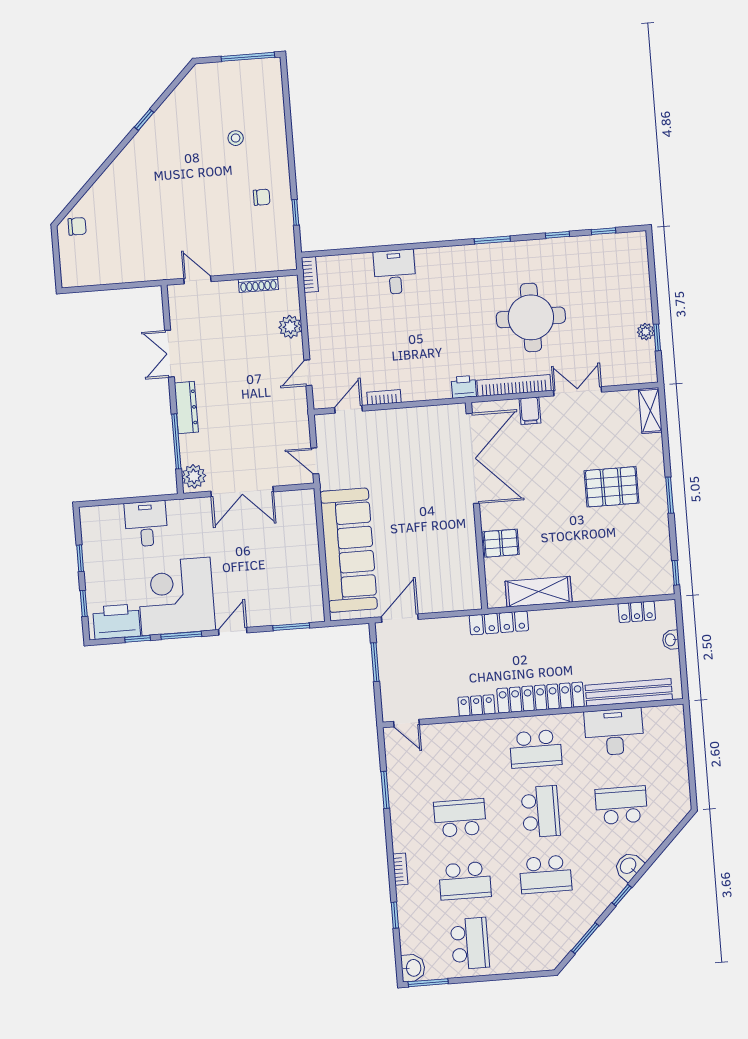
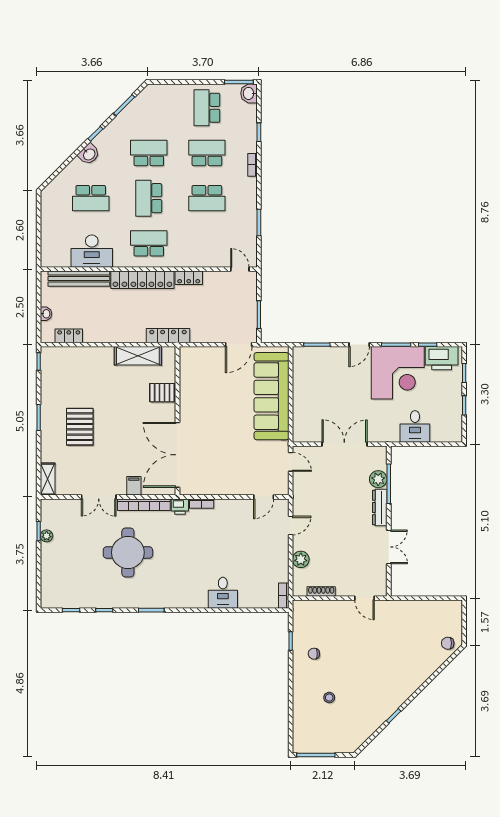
bookcase: (384, 397) -> (202, 504), moved
plant: (194, 476) -> (378, 479), moved
pallet: (612, 487) -> (80, 427), turned 90

